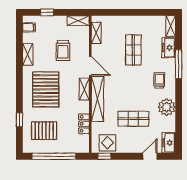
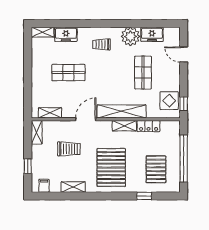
window: (179, 64) -> (84, 24), removed
pallet: (46, 89) -> (111, 168), turned 90
shelving: (84, 89) -> (124, 126), moved
freezer: (169, 143) -> (152, 34), moved

